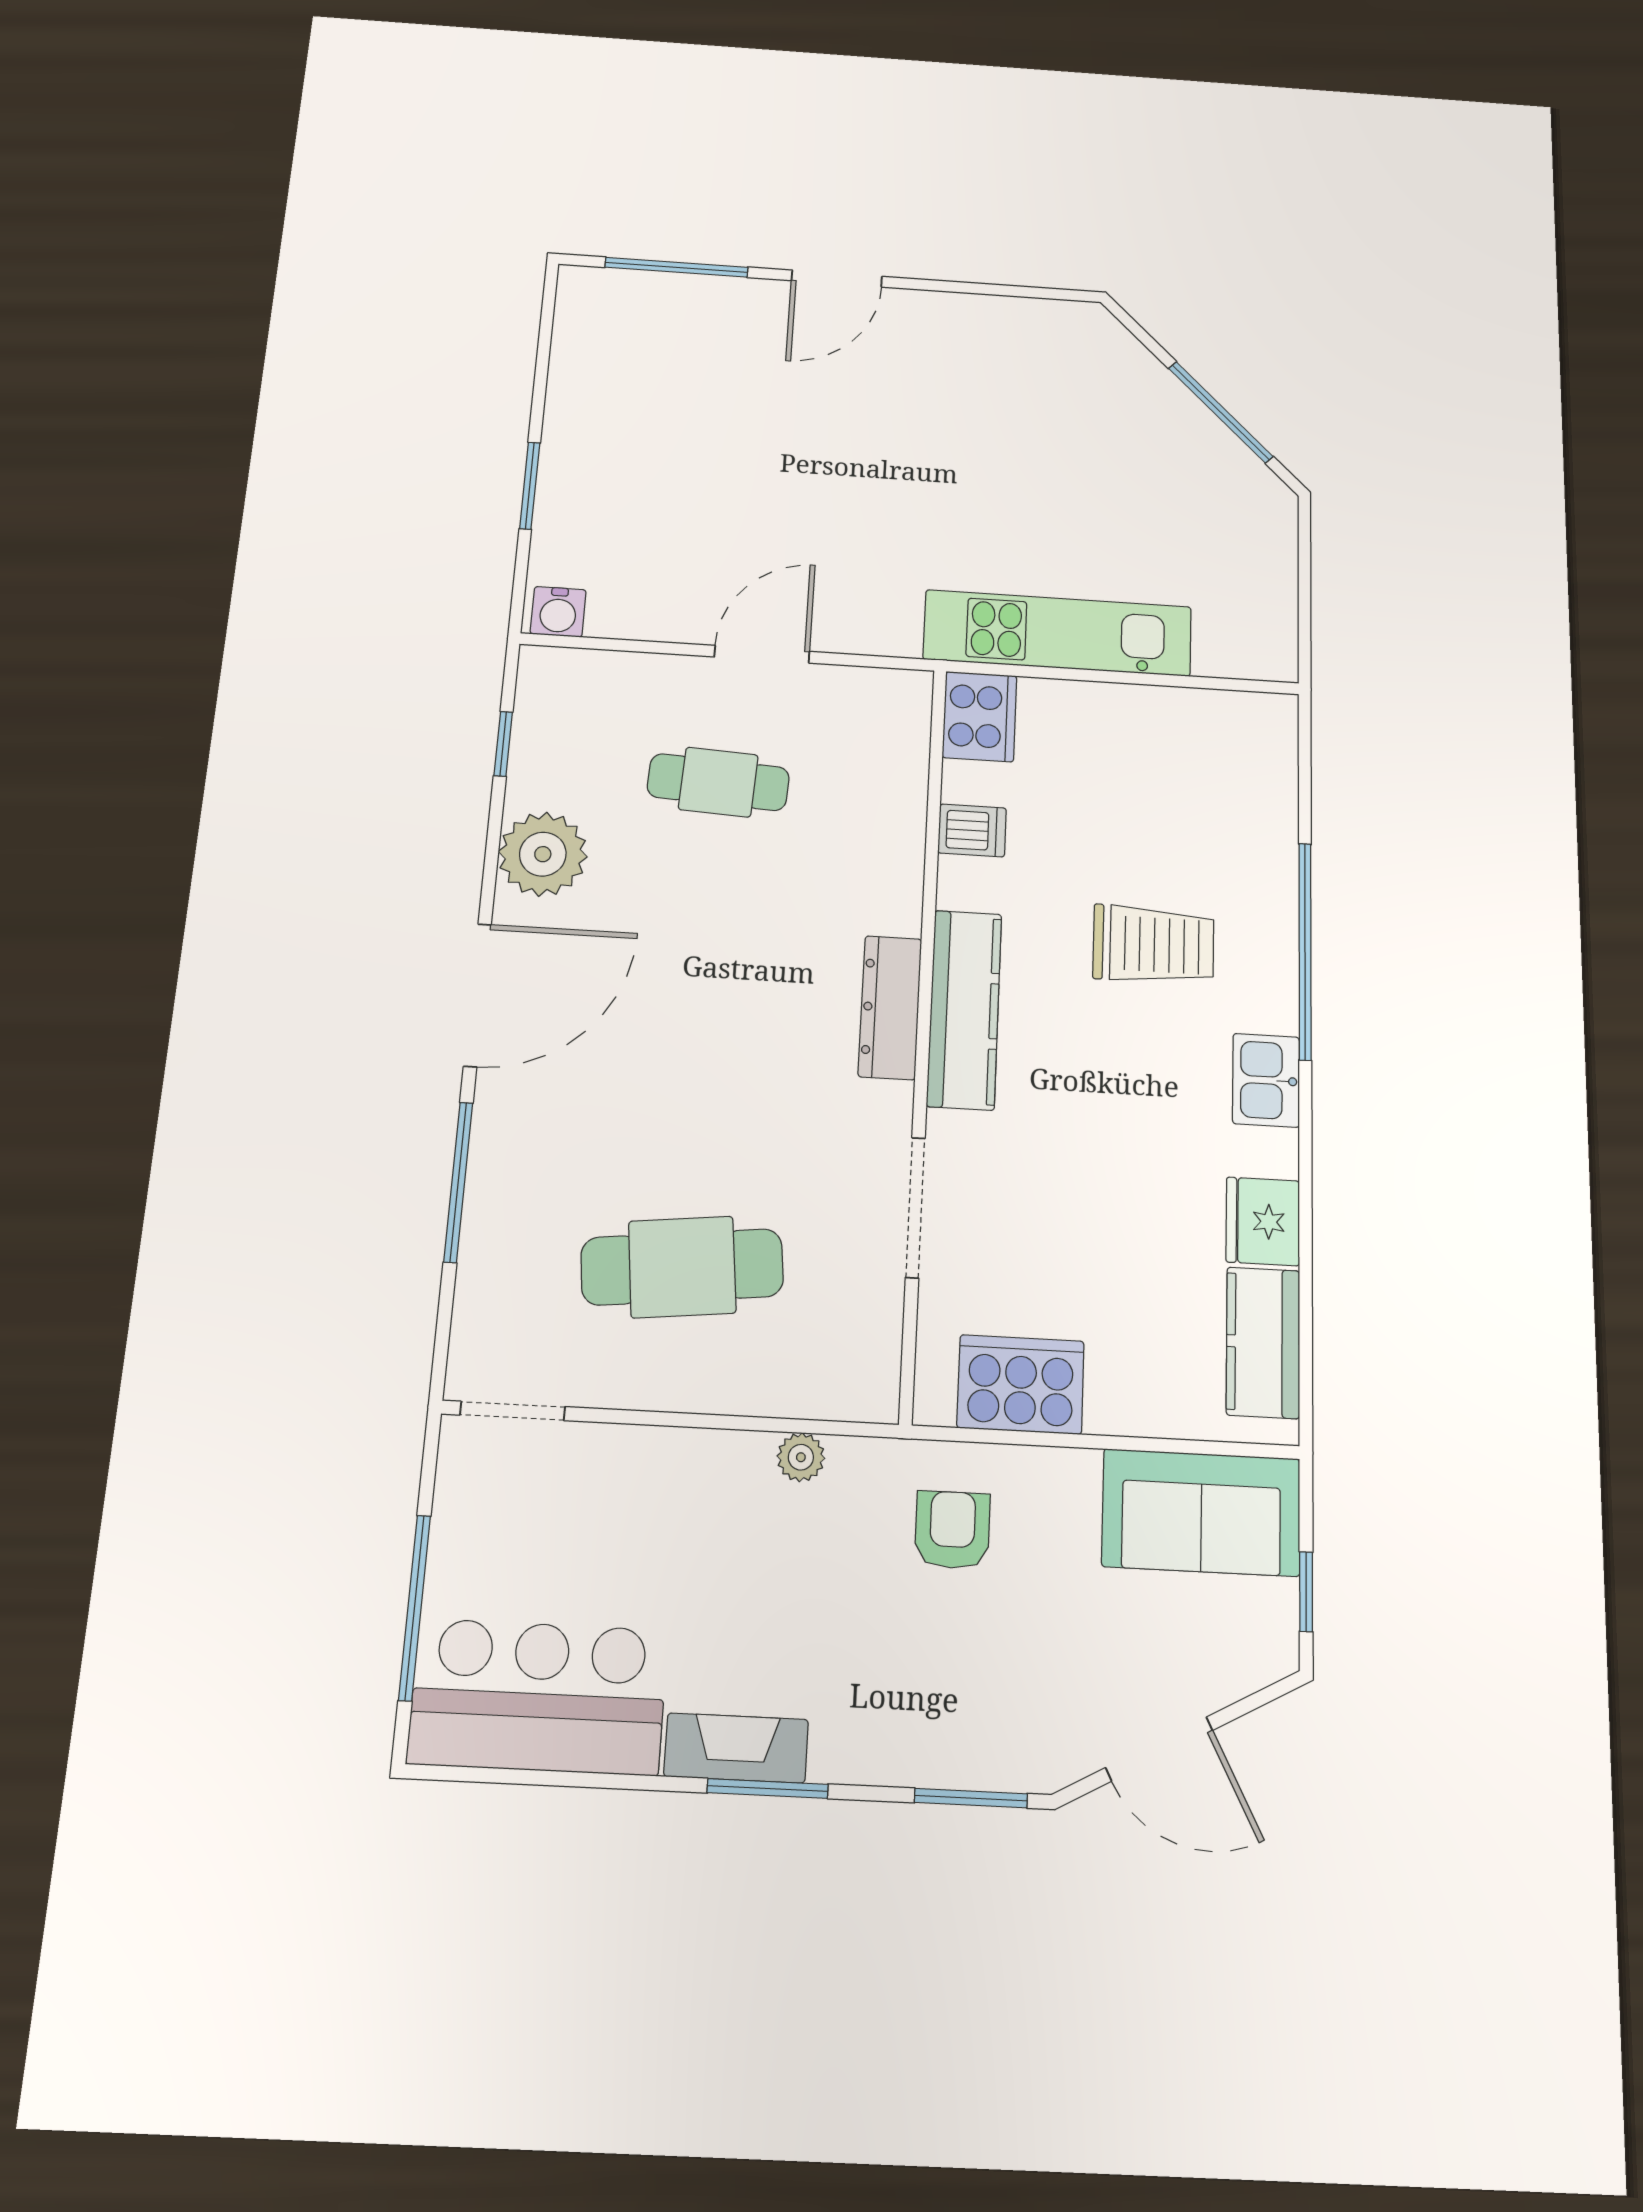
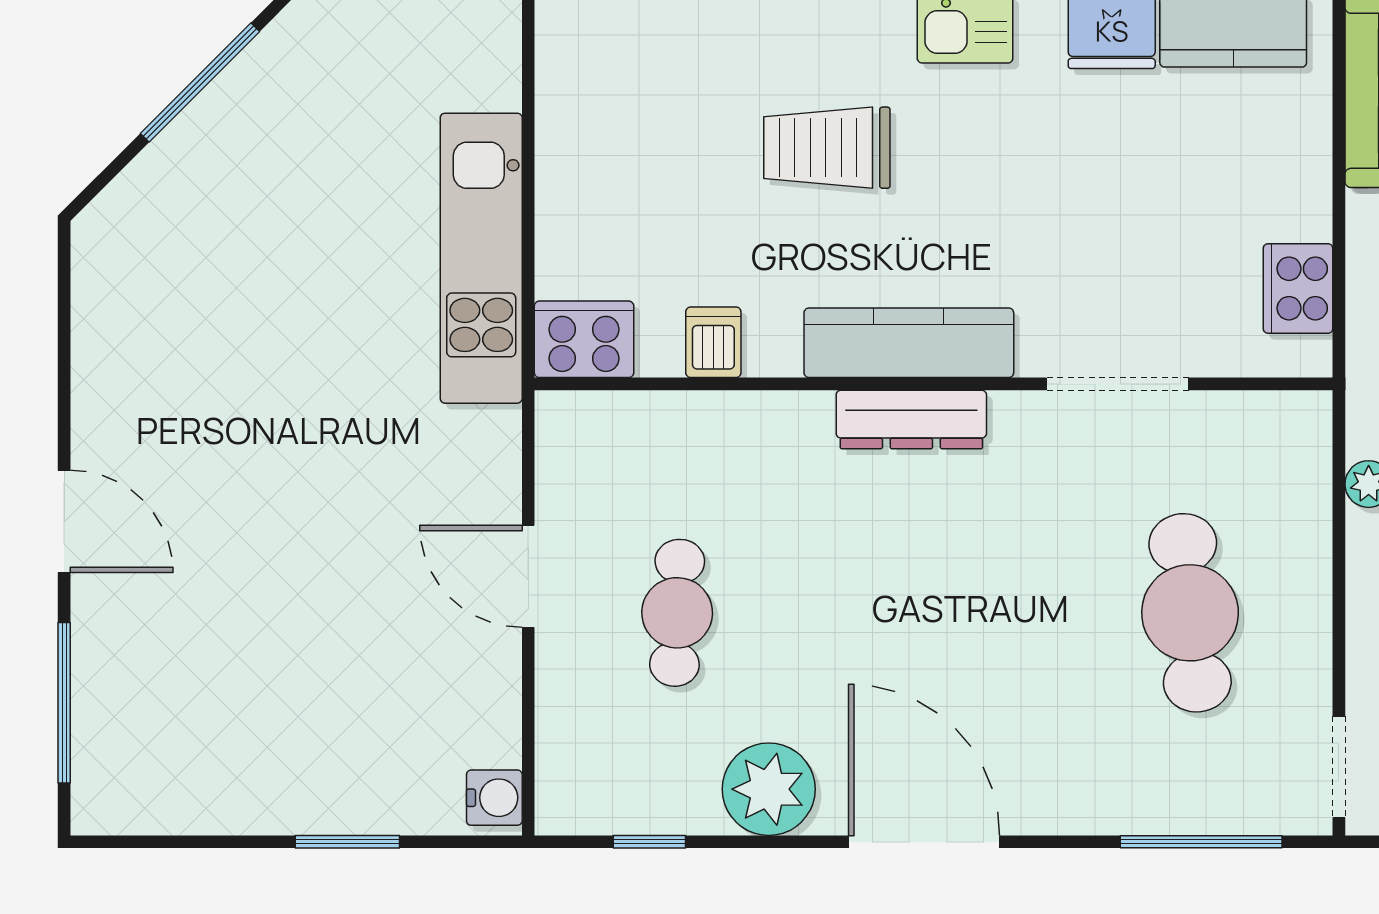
trolley: (1153, 945) -> (827, 148), turned -90
window: (458, 1182) -> (1201, 842), moved
cooker: (1021, 1384) -> (1298, 288), width x0.73, depth x0.76

